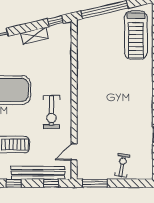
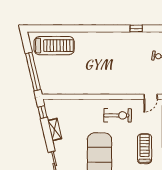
door: (74, 152) -> (151, 97), hinge flipped

